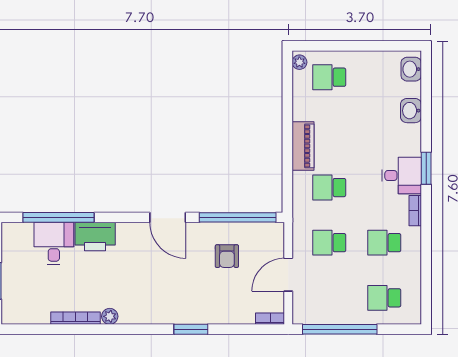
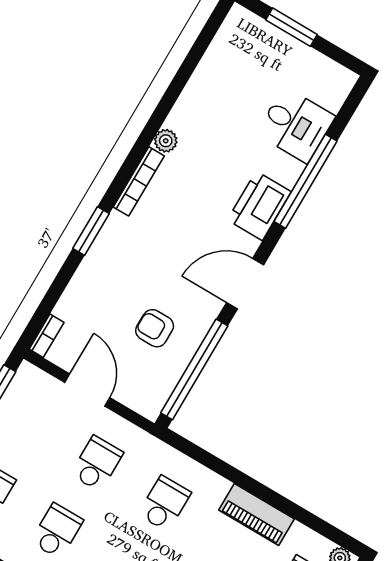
piano: (303, 146) -> (256, 515), moved
window: (59, 217) -> (306, 181), moved
printer: (95, 237) -> (259, 206), moved
bookcase: (76, 318) -> (139, 181), moved

